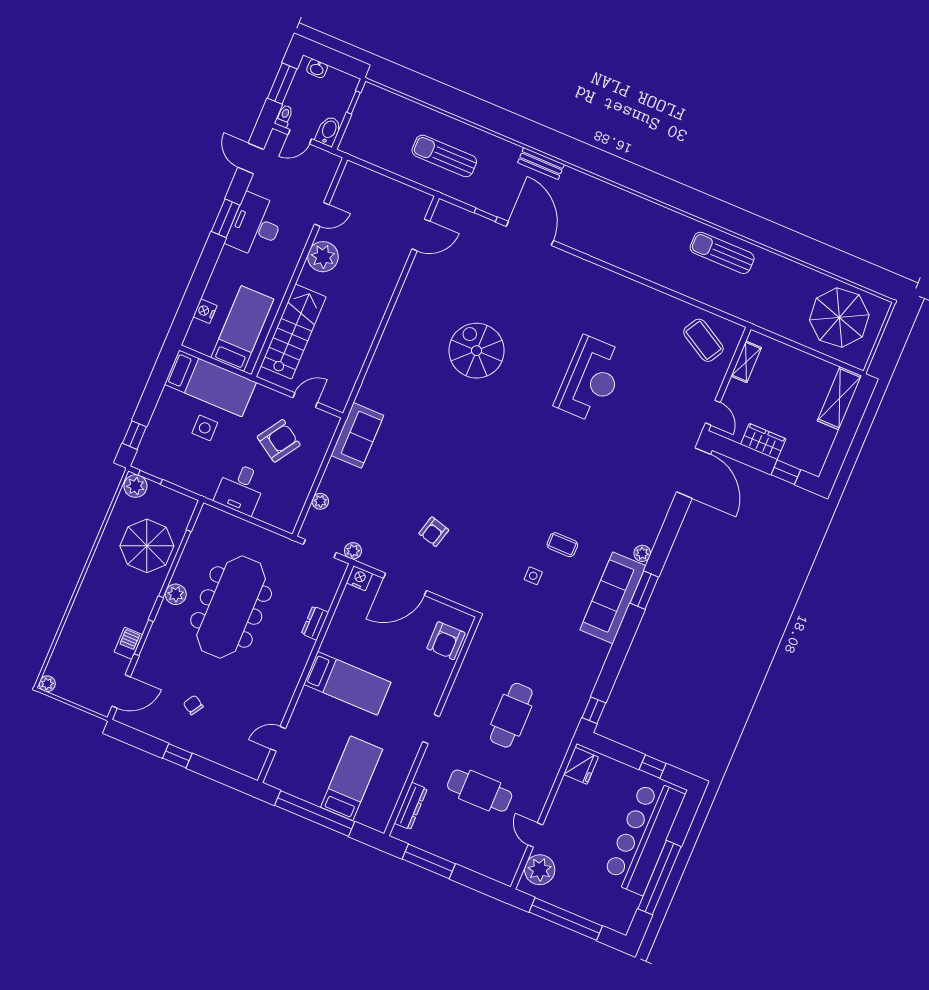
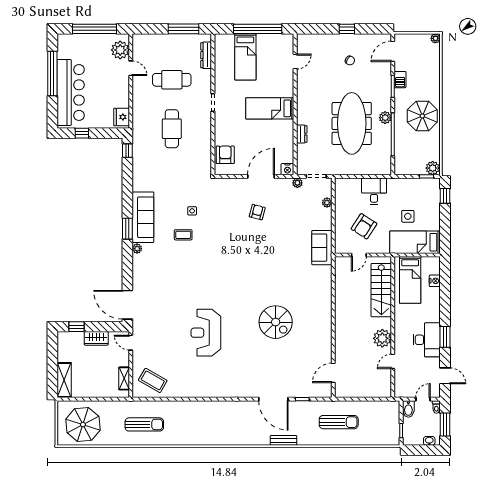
sun lounger: (722, 253) -> (144, 424), moved
parasol: (147, 546) -> (422, 116), moved

